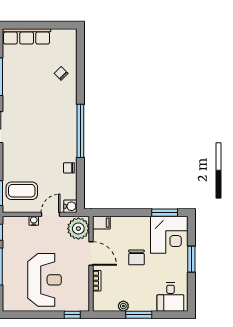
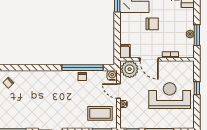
window: (80, 131) -> (82, 68), moved
coffee table: (22, 191) -> (100, 113), turned 90
door: (91, 253) -> (149, 59), swing flipped
window: (72, 315) -> (197, 88), moved
window: (139, 315) -> (197, 35), moved

